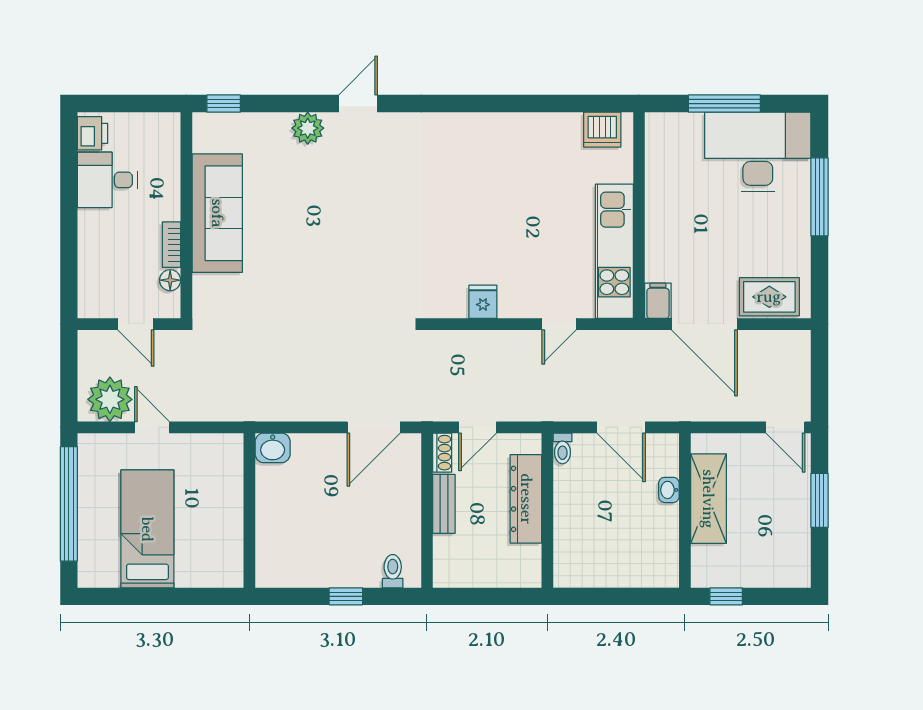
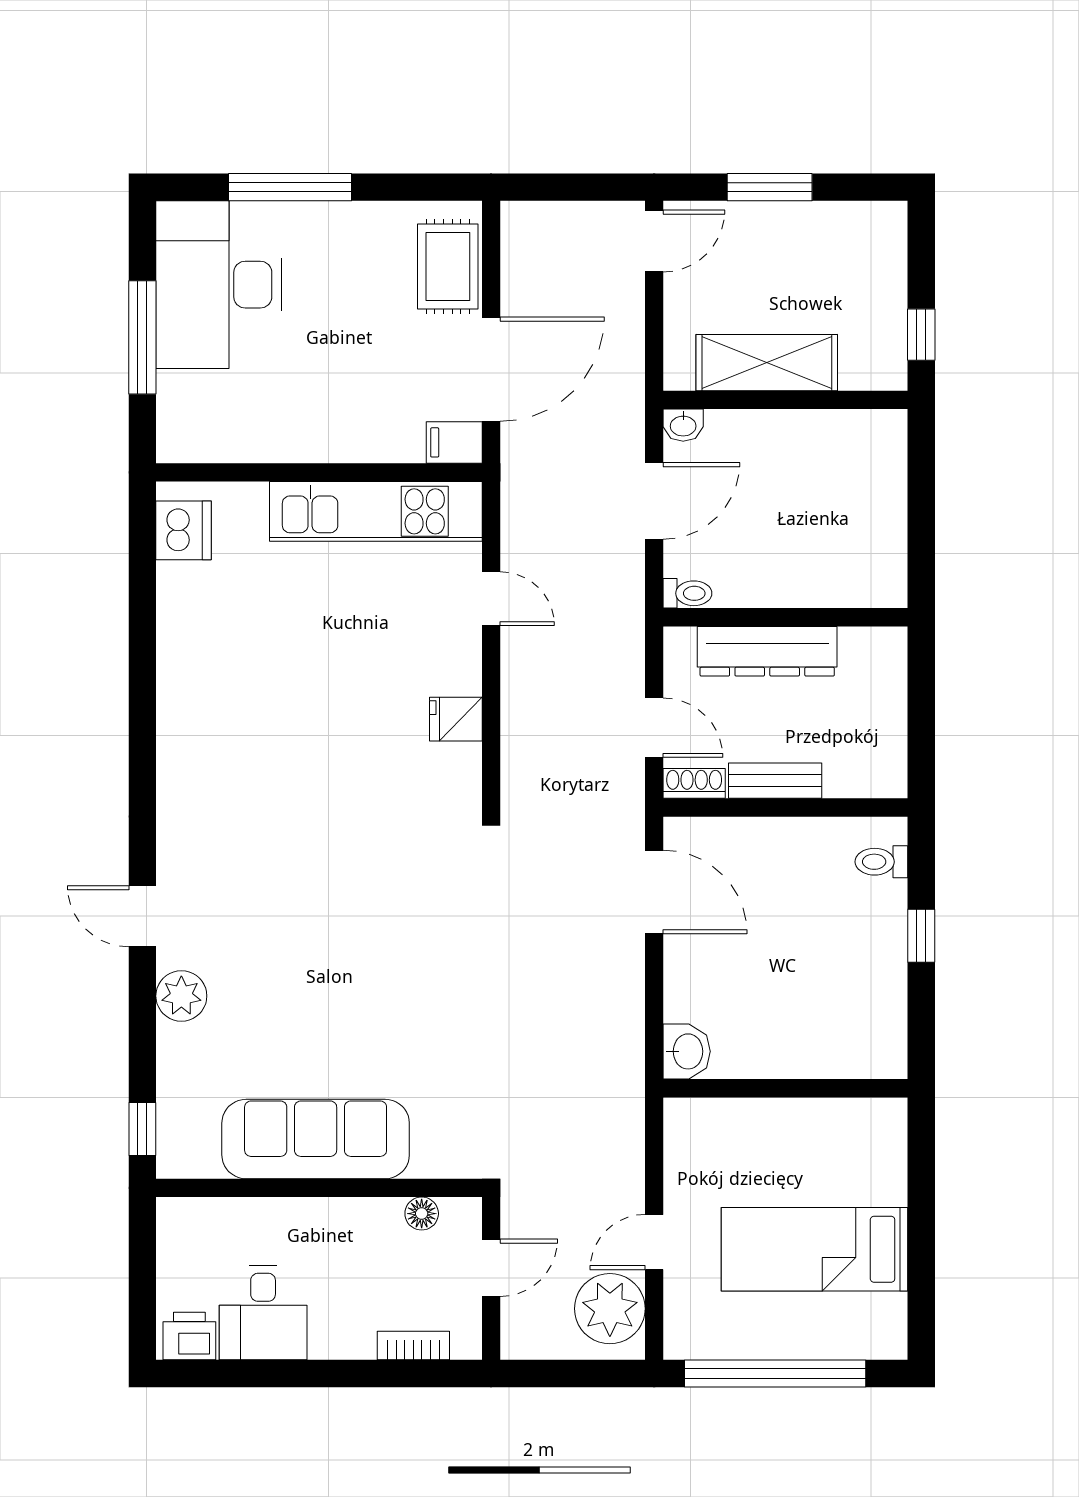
bookcase: (171, 245) -> (413, 1346), moved, turned 180
washbasin: (669, 490) -> (683, 425), moved

